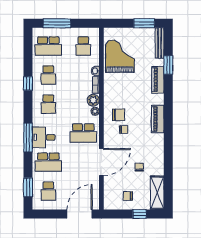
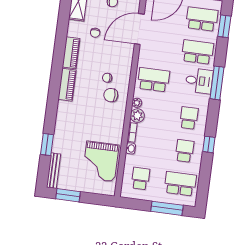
piano: (158, 80) -> (71, 53), moved
door: (101, 162) -> (139, 29), moved
school desk: (48, 191) -> (202, 19), width x1.85

